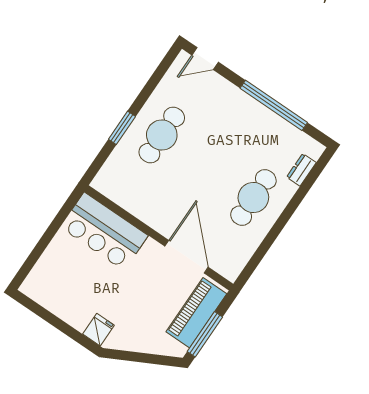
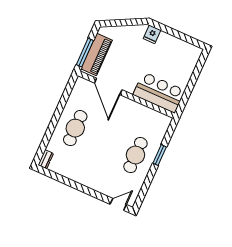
window: (274, 105) -> (73, 184), removed
dresser: (301, 170) -> (46, 159), moved
window: (205, 334) -> (85, 53), moved

